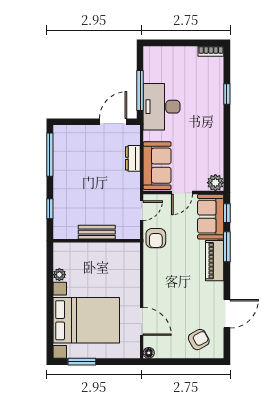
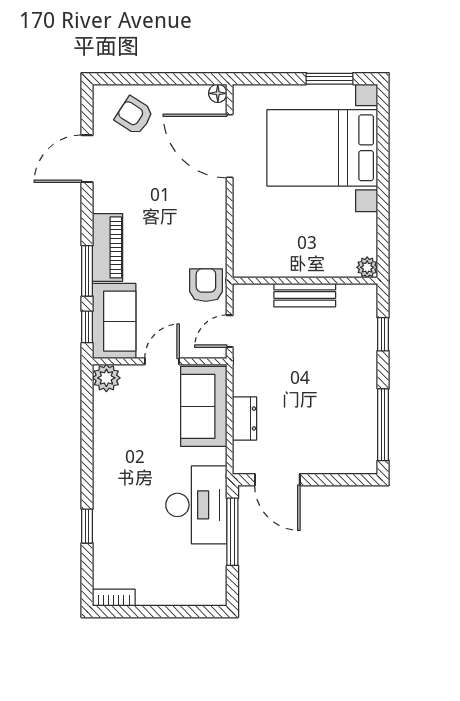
door: (113, 122) -> (277, 480), hinge flipped
plant: (59, 275) -> (367, 267), moved
door: (142, 321) -> (230, 146), width x1.36
armchair: (199, 340) -> (134, 116), turned 62

